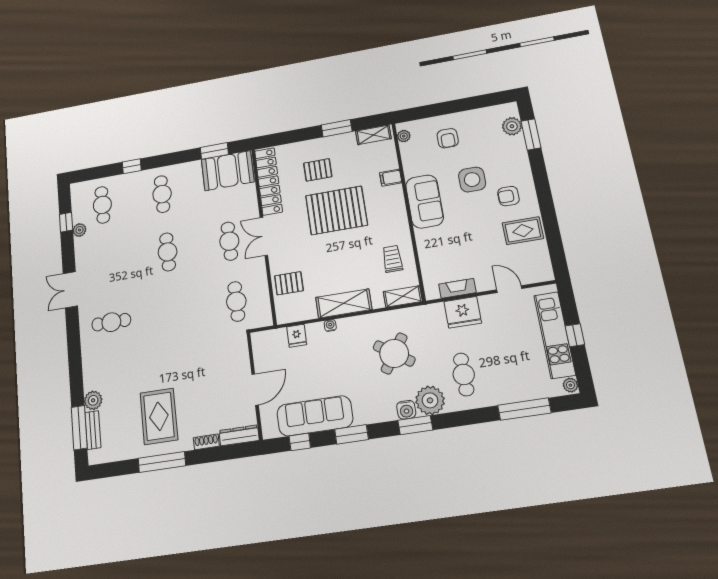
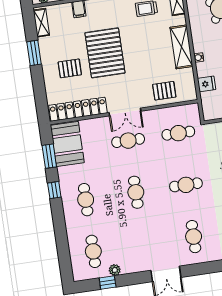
window: (132, 166) -> (54, 190), moved
pallet: (318, 170) -> (70, 68), turned 90
cafe table: (162, 194) -> (86, 200), turned 90
cafe table: (102, 205) -> (93, 251), turned 90
cafe table: (168, 252) -> (136, 192), turned 90
pallet: (289, 283) -> (164, 91), turned 90
cafe table: (173, 312) -> (186, 185), added

